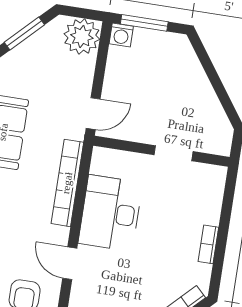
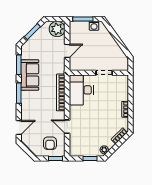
washing machine: (121, 35) -> (94, 26), moved
door: (93, 114) -> (67, 51), moved
desk: (110, 213) -> (81, 90), moved

